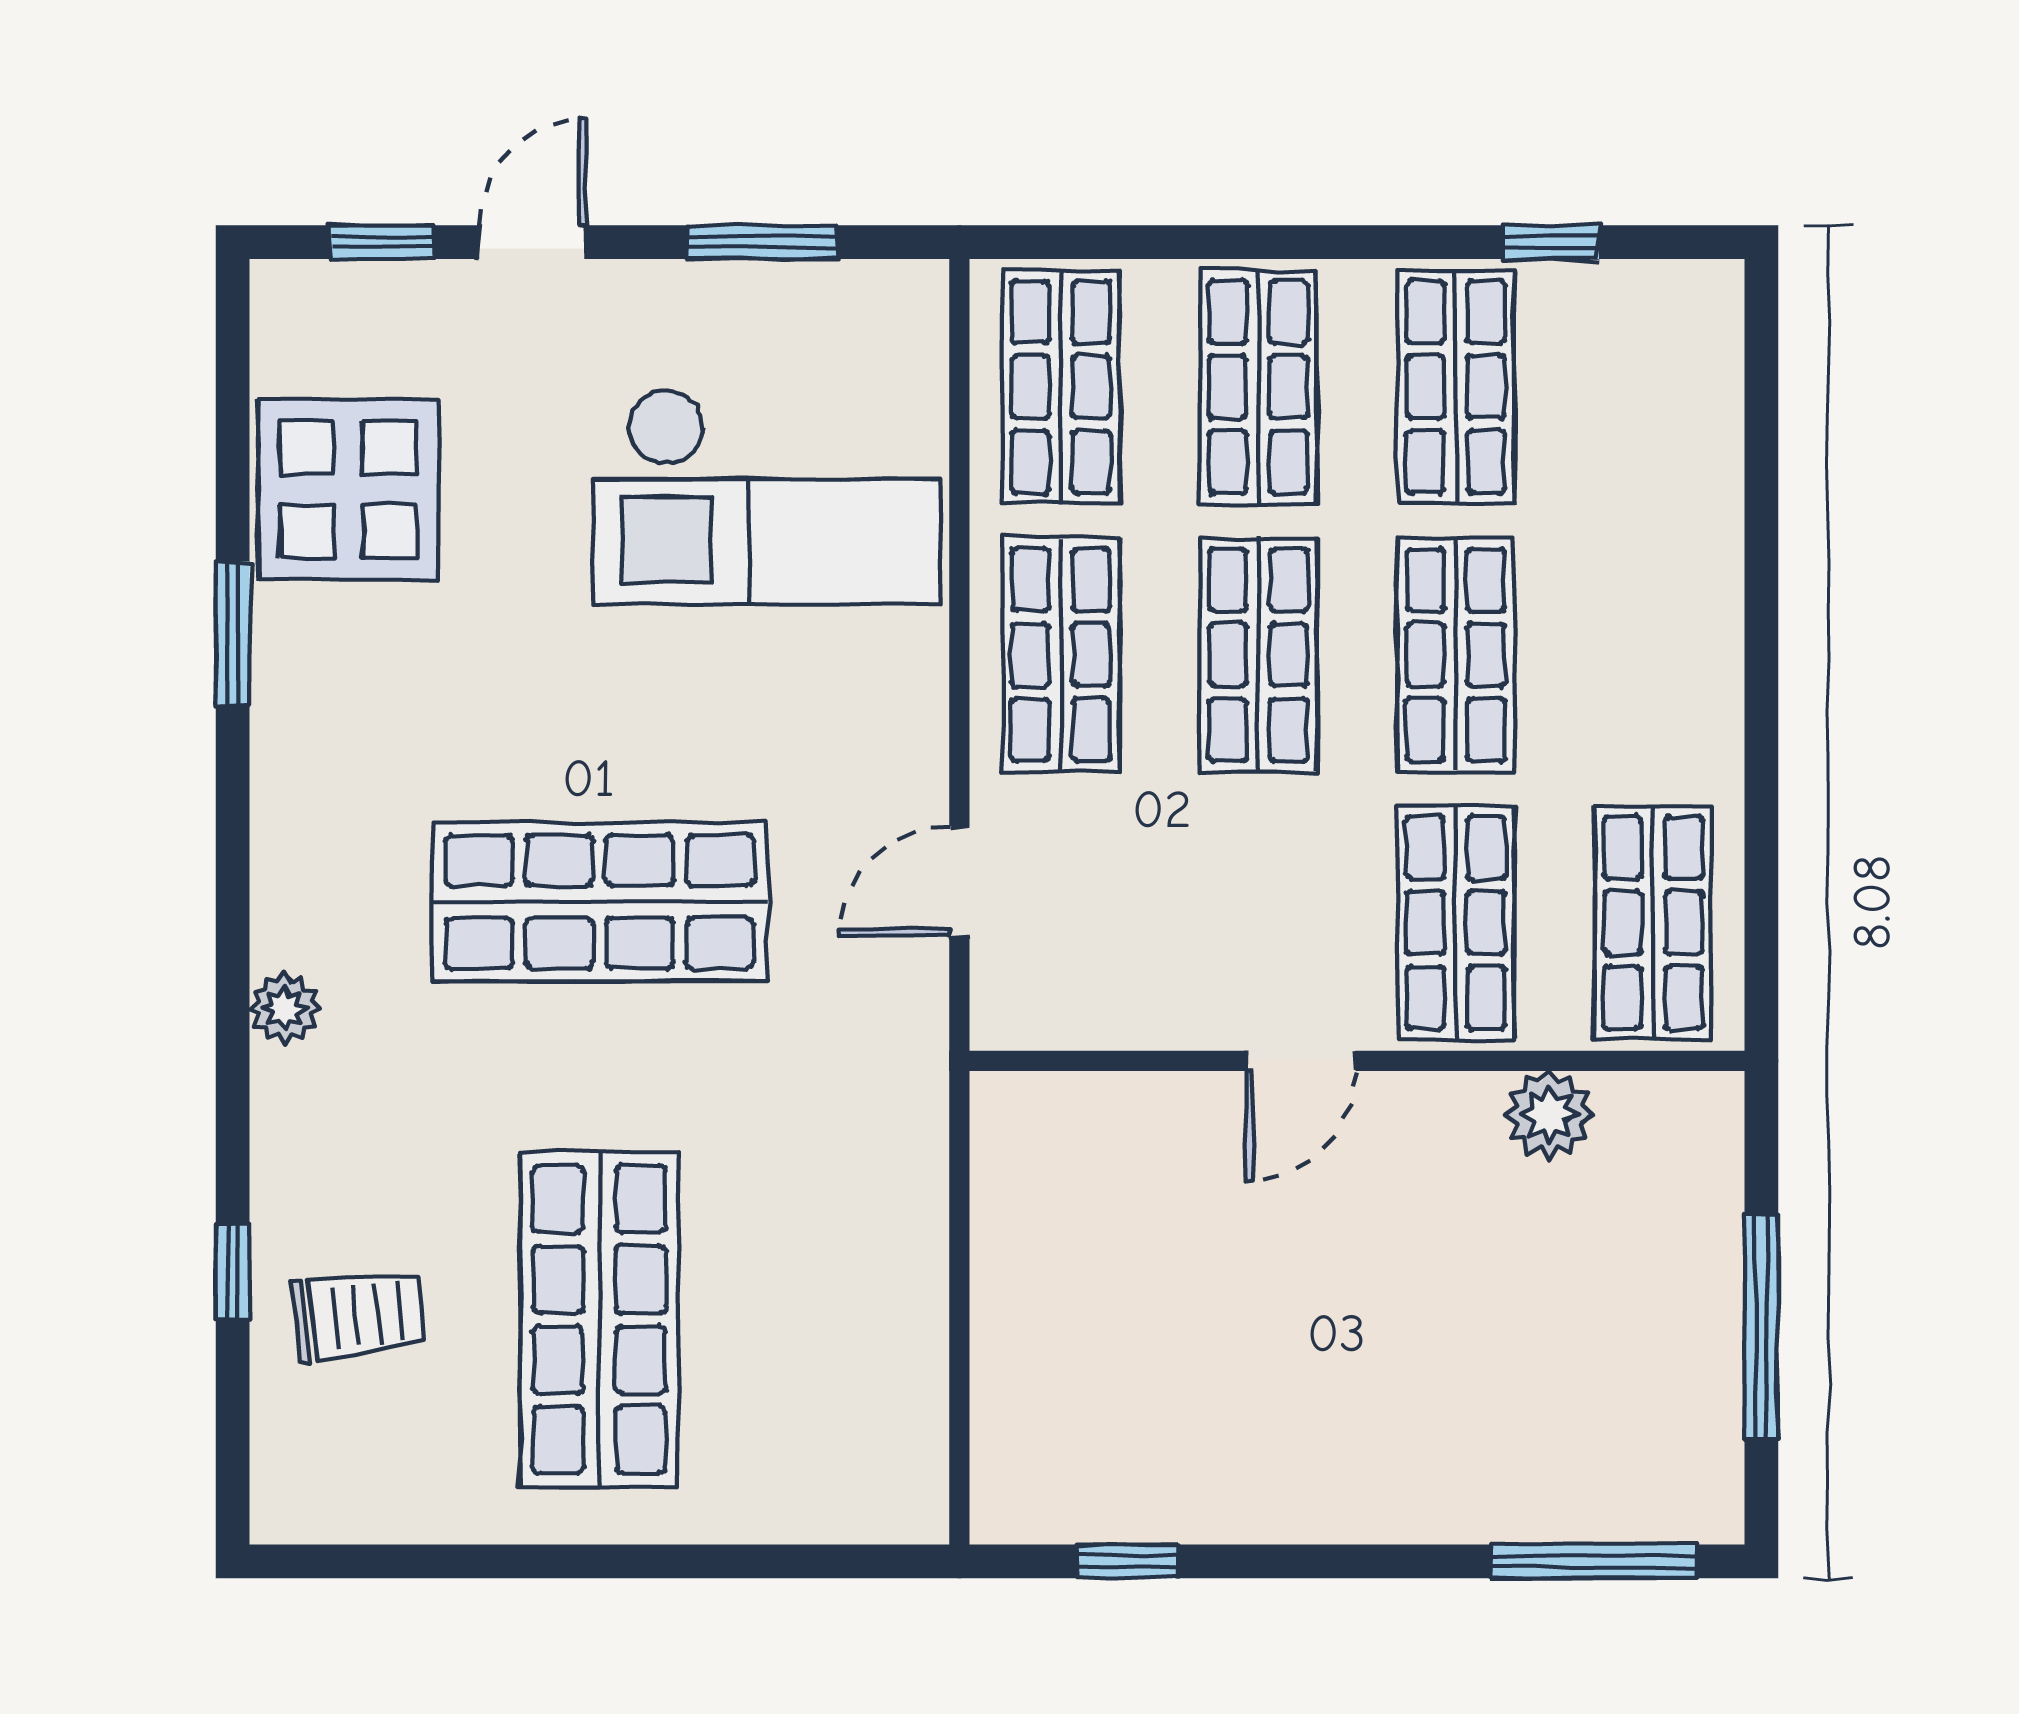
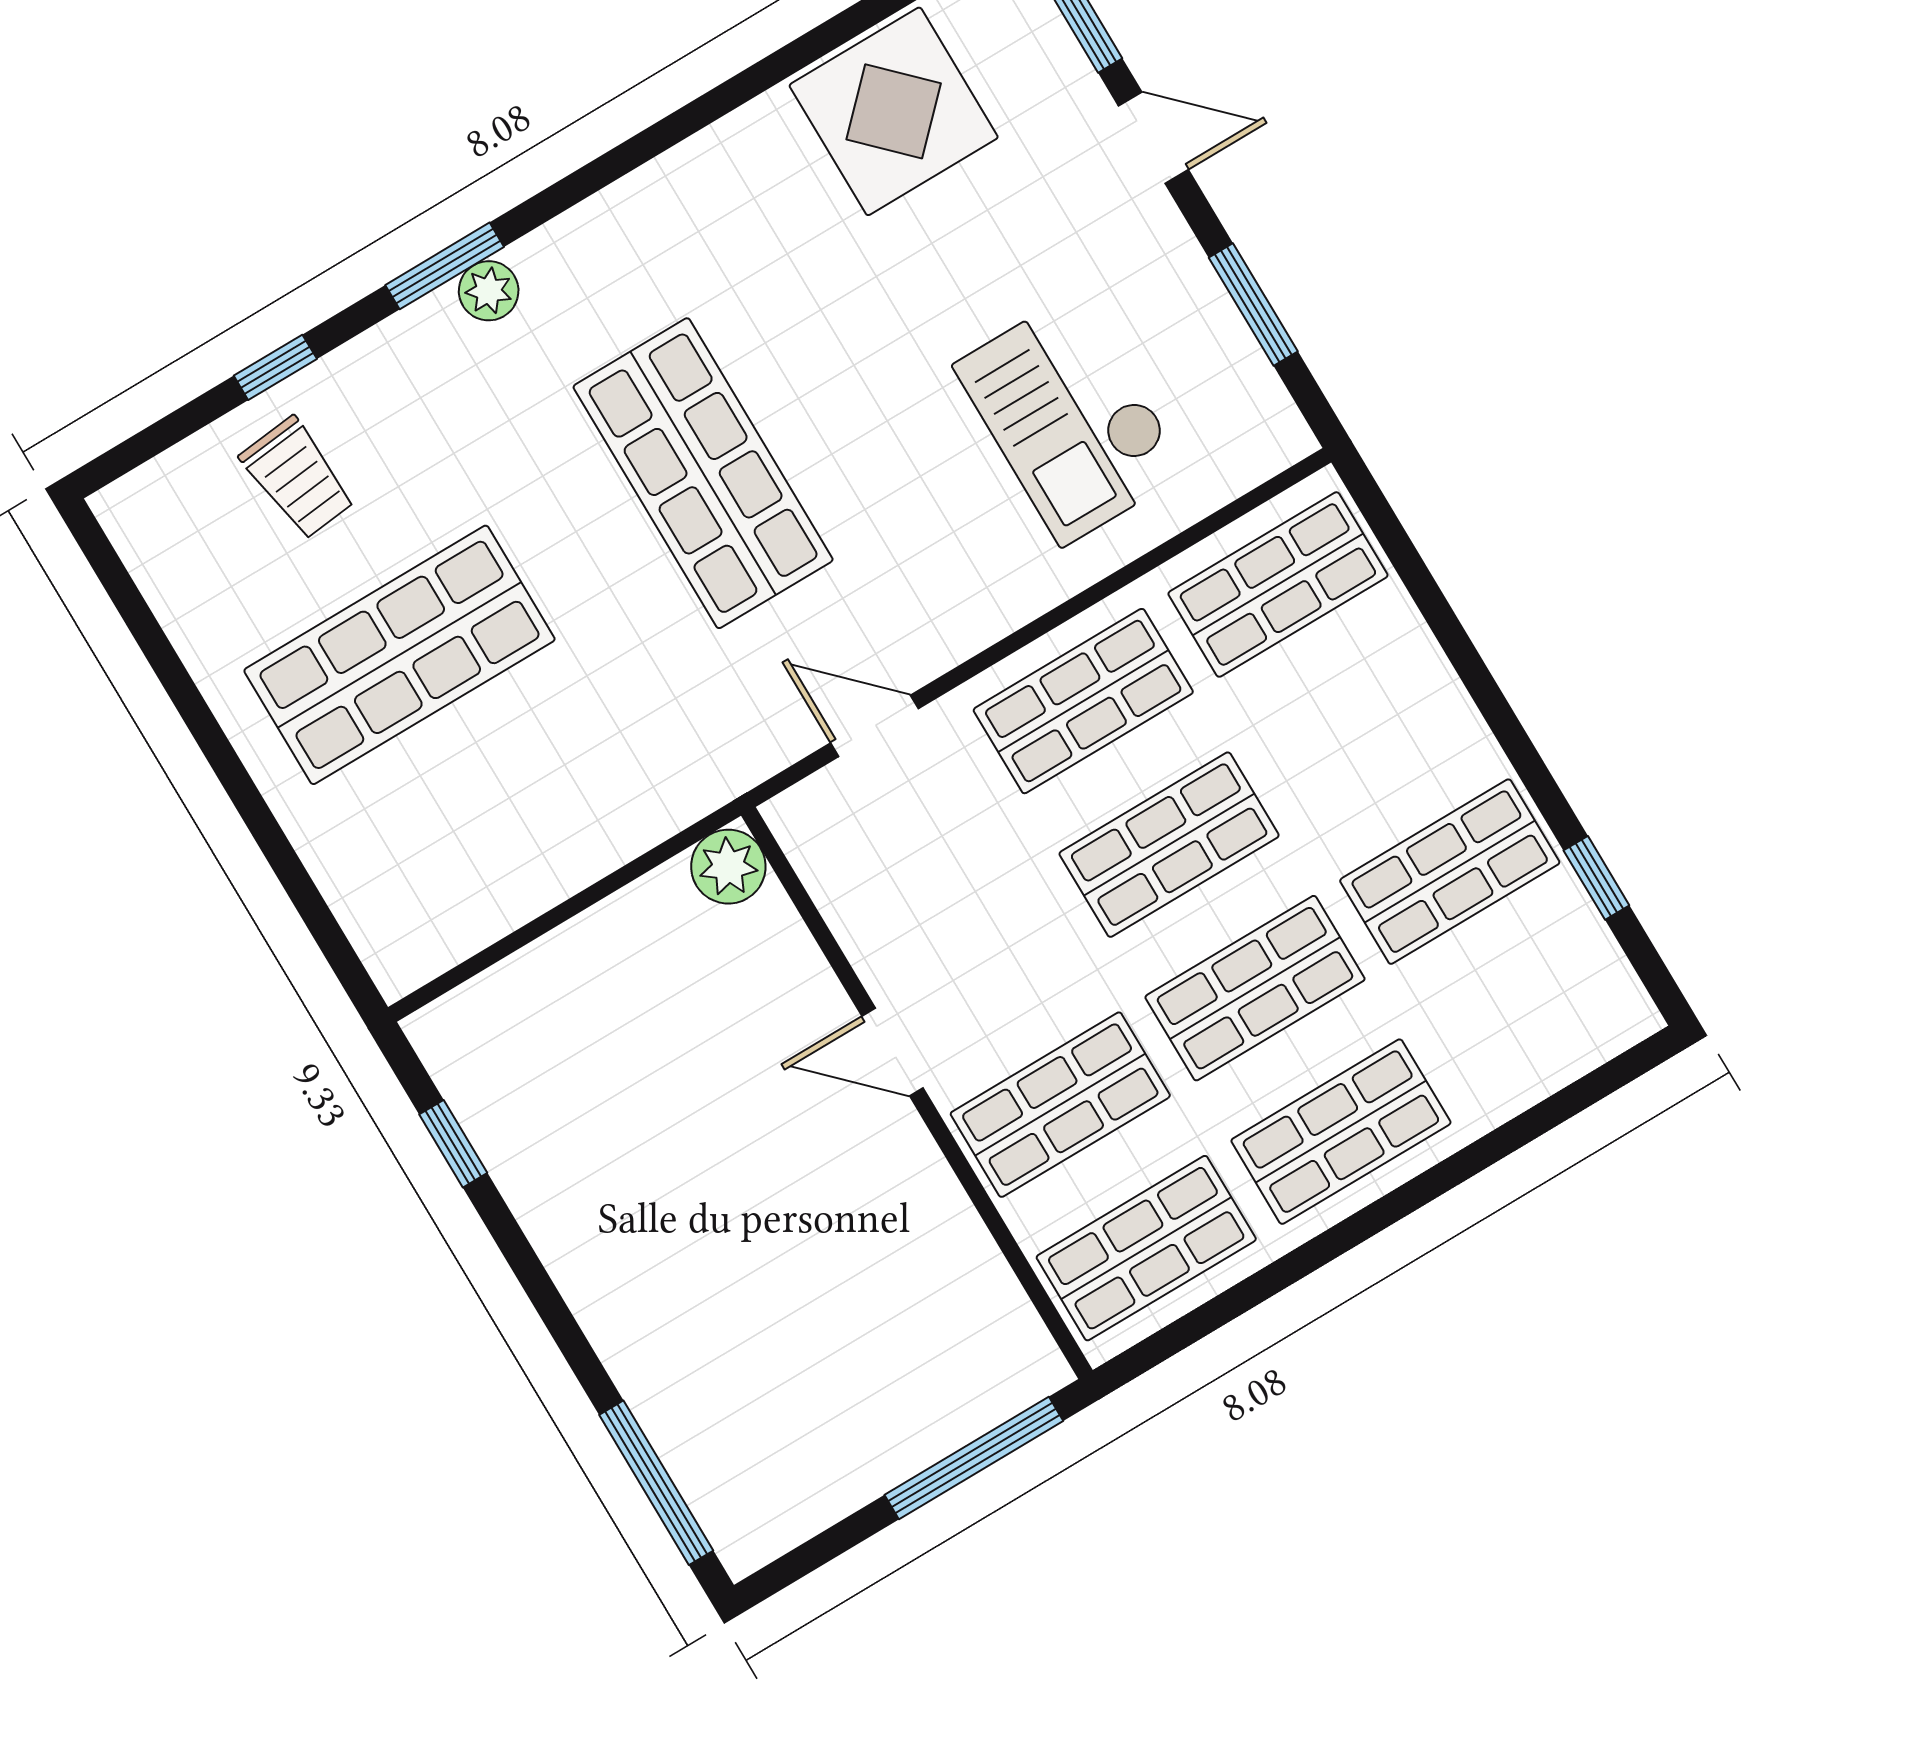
shop shelf: (1258, 387) -> (1341, 1132), moved
checkout: (767, 496) -> (1071, 418), width x0.73, depth x0.83
window: (233, 634) -> (445, 266), moved
plant: (1549, 1115) -> (728, 867), moved
window: (1761, 1327) -> (974, 1458), moved

